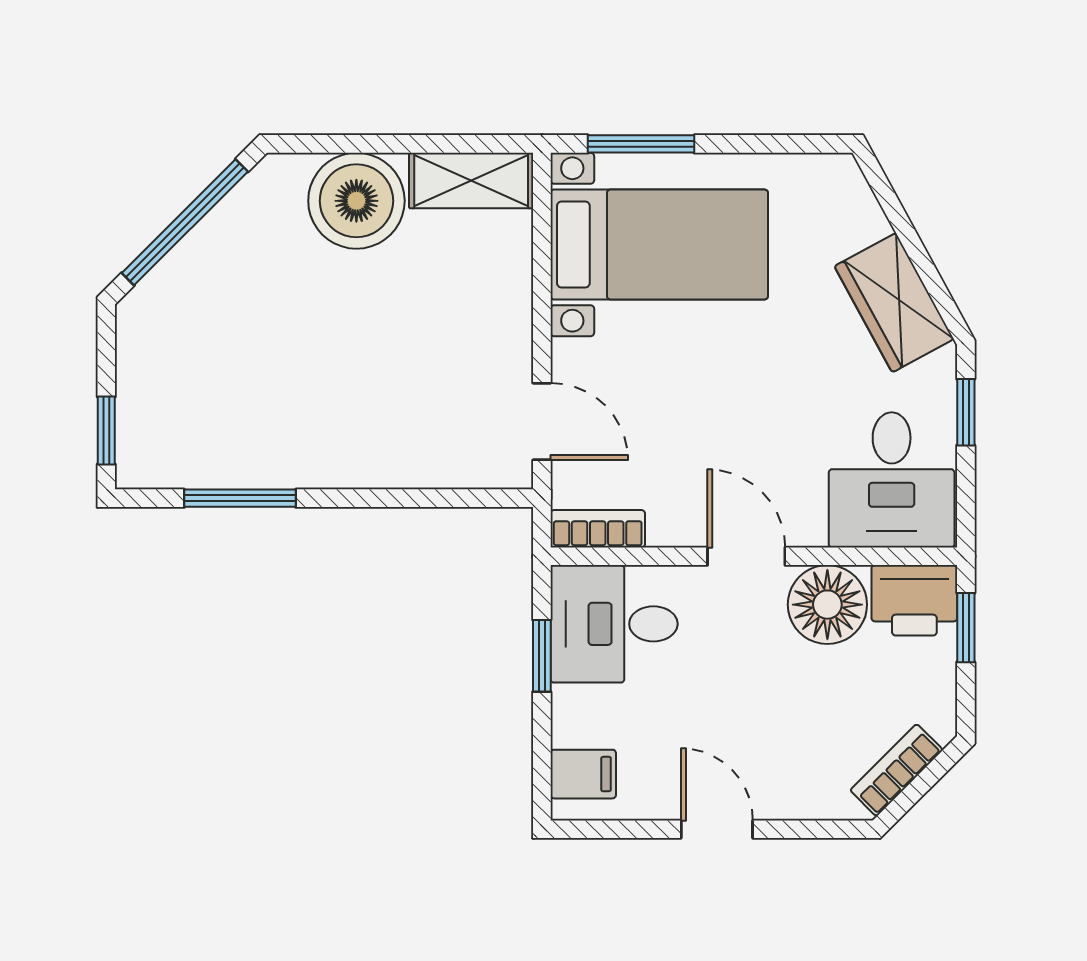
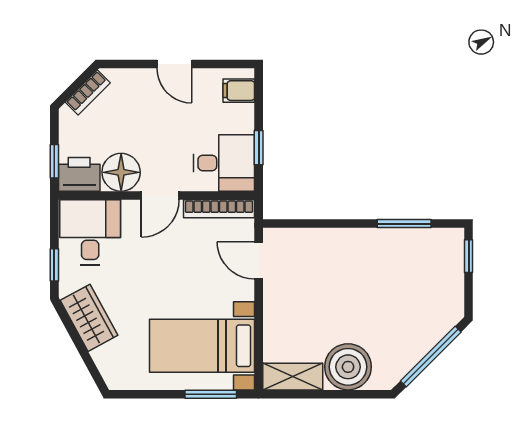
bookcase: (598, 529) -> (219, 209), width x1.56
door: (746, 556) -> (160, 196), hinge flipped

